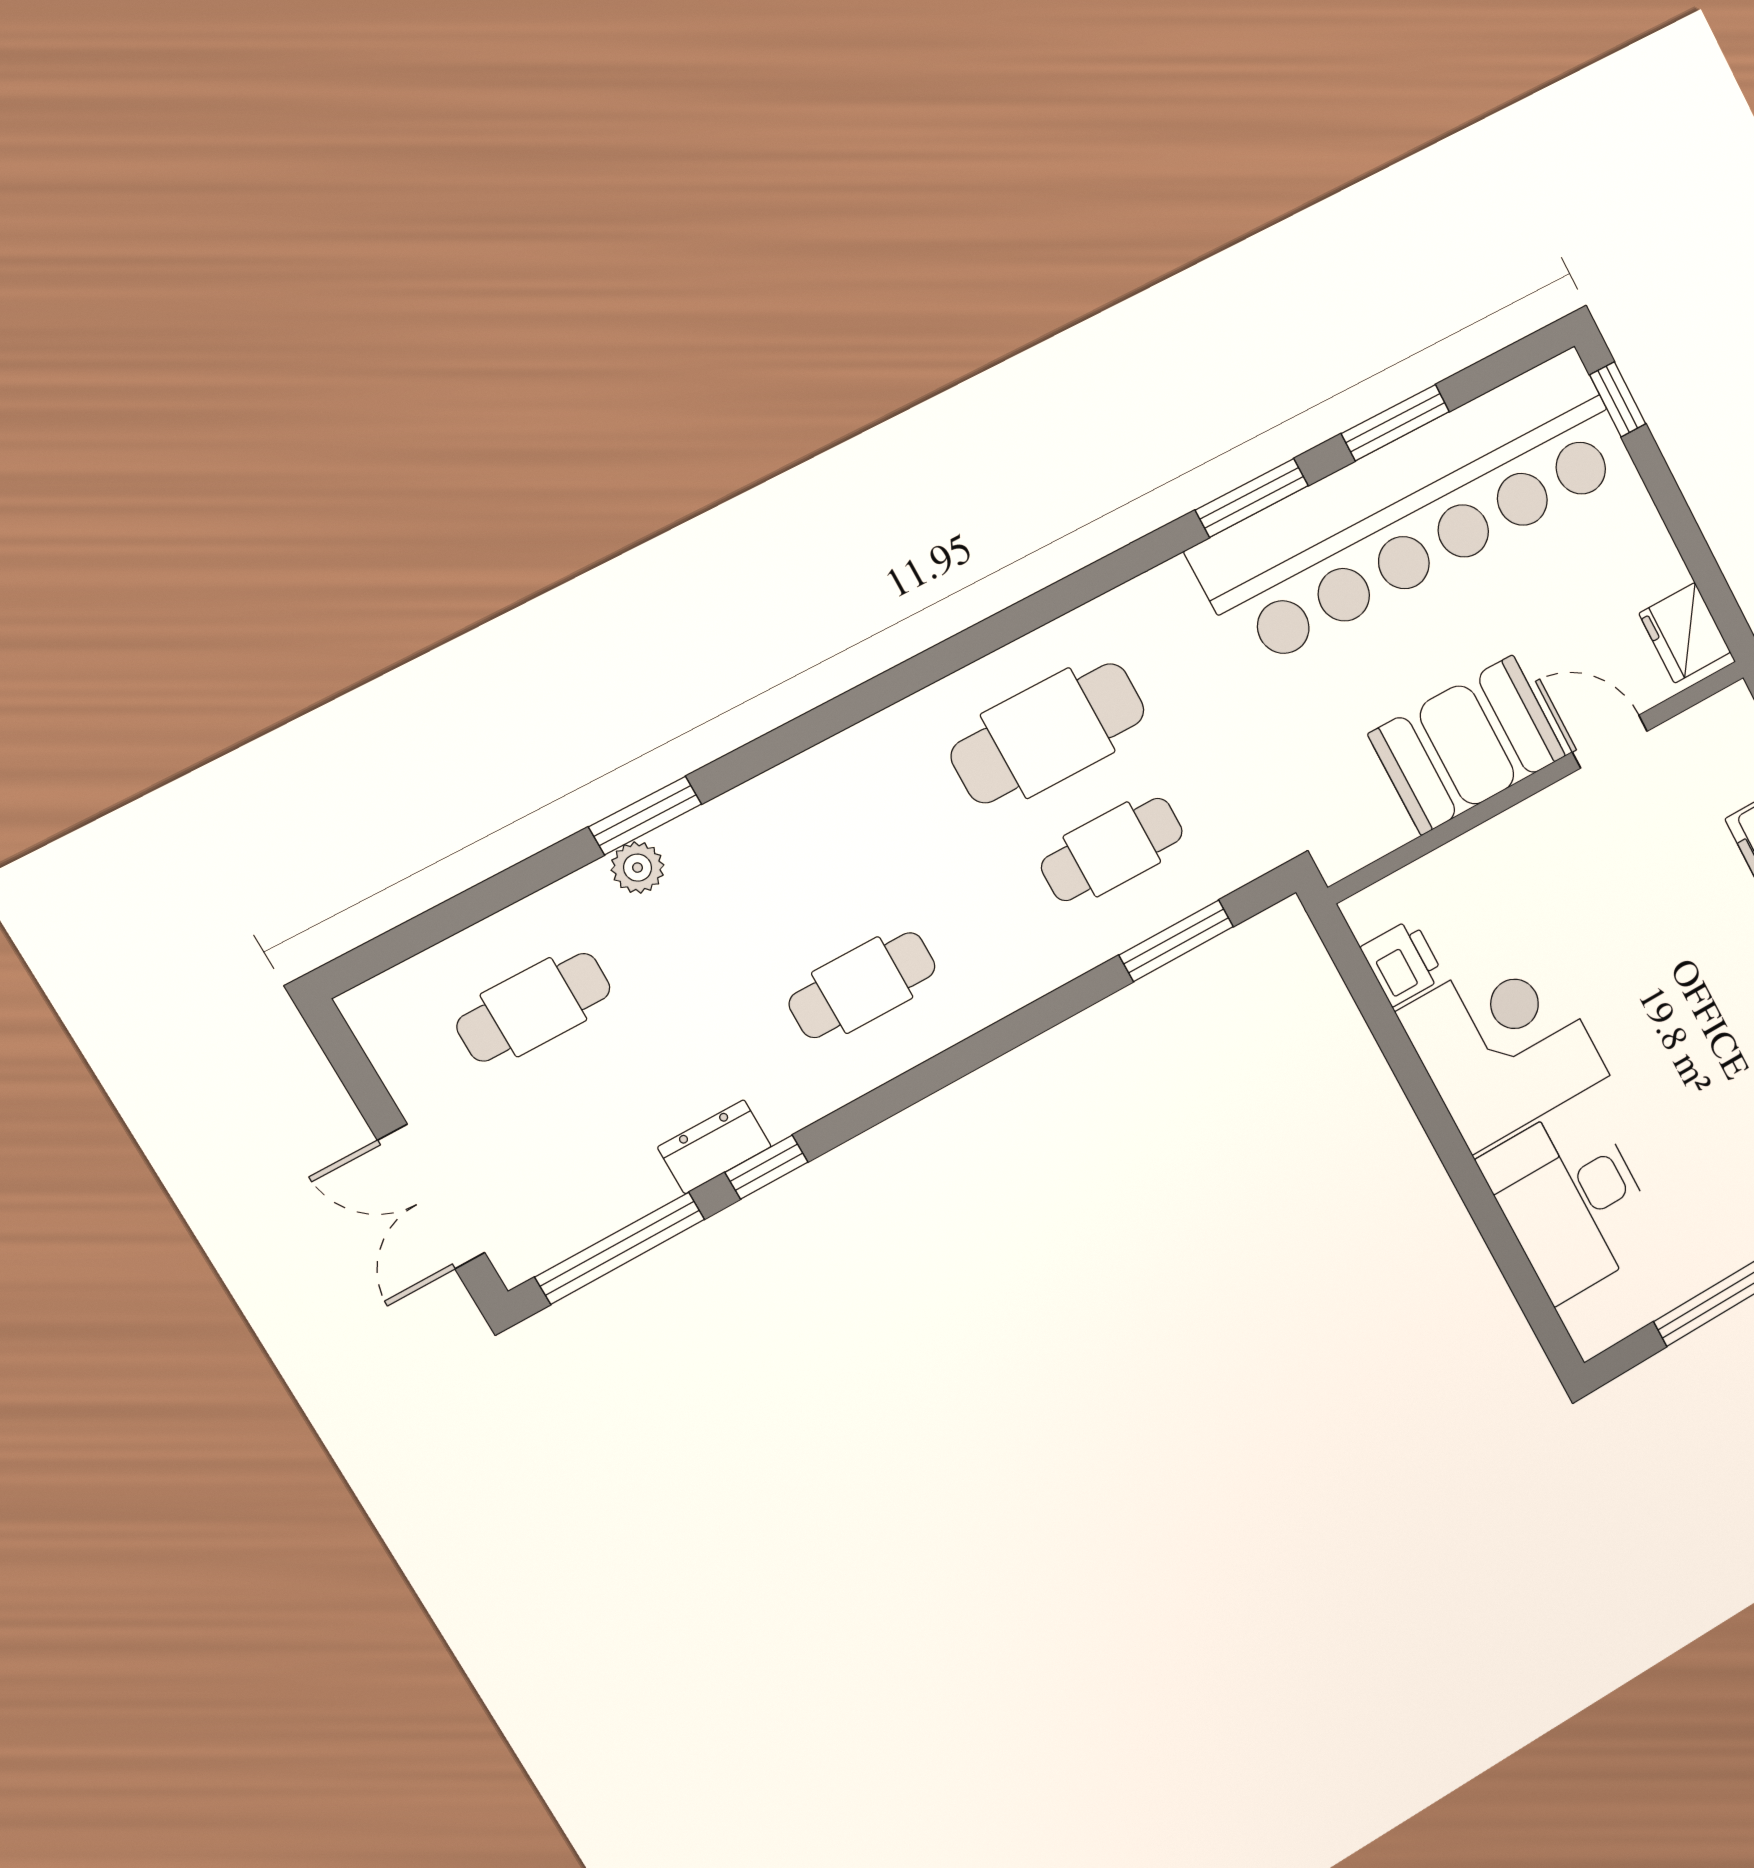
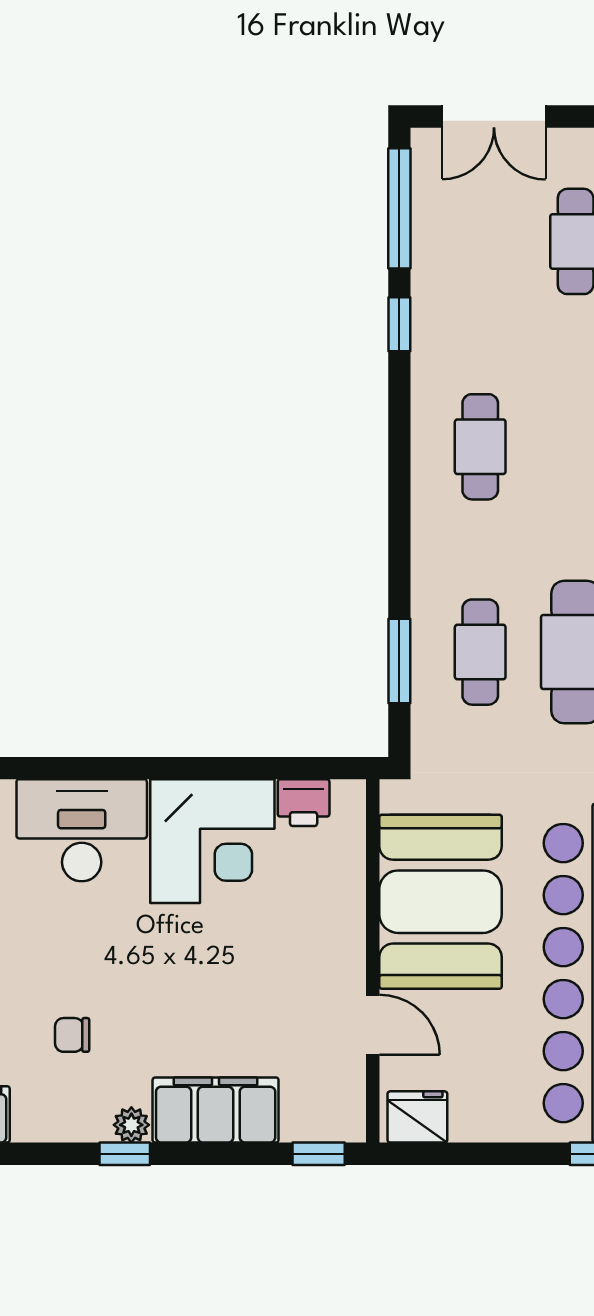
door: (1610, 742) -> (373, 1025), hinge flipped
booth: (1467, 745) -> (441, 902), width x1.36, depth x1.42
dresser: (714, 1147) -> (430, 300), removed
double door: (431, 1197) -> (494, 117), swing flipped

